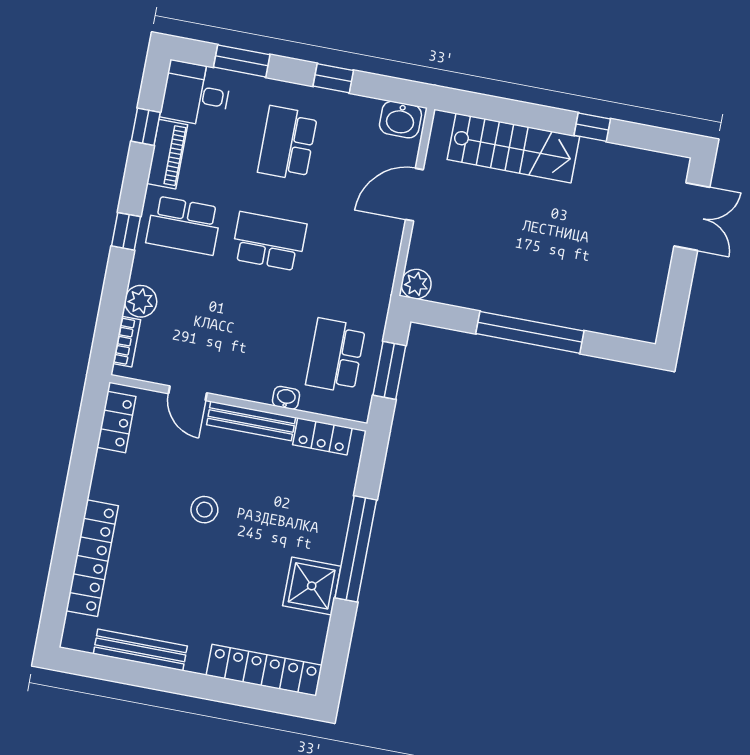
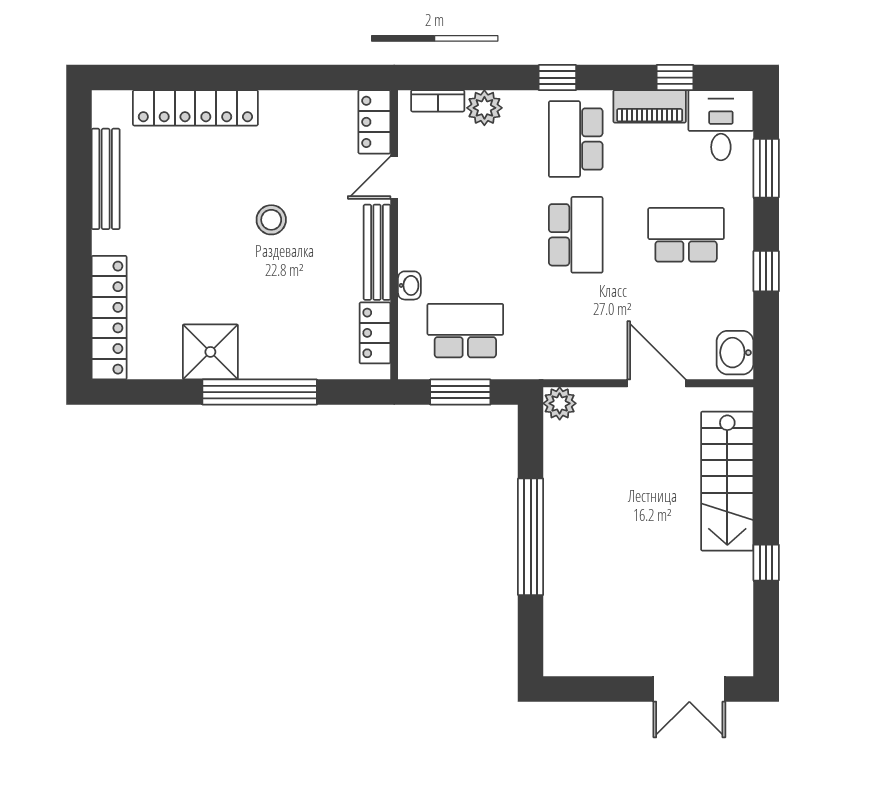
locker: (116, 422) -> (374, 122), moved, turned 90

